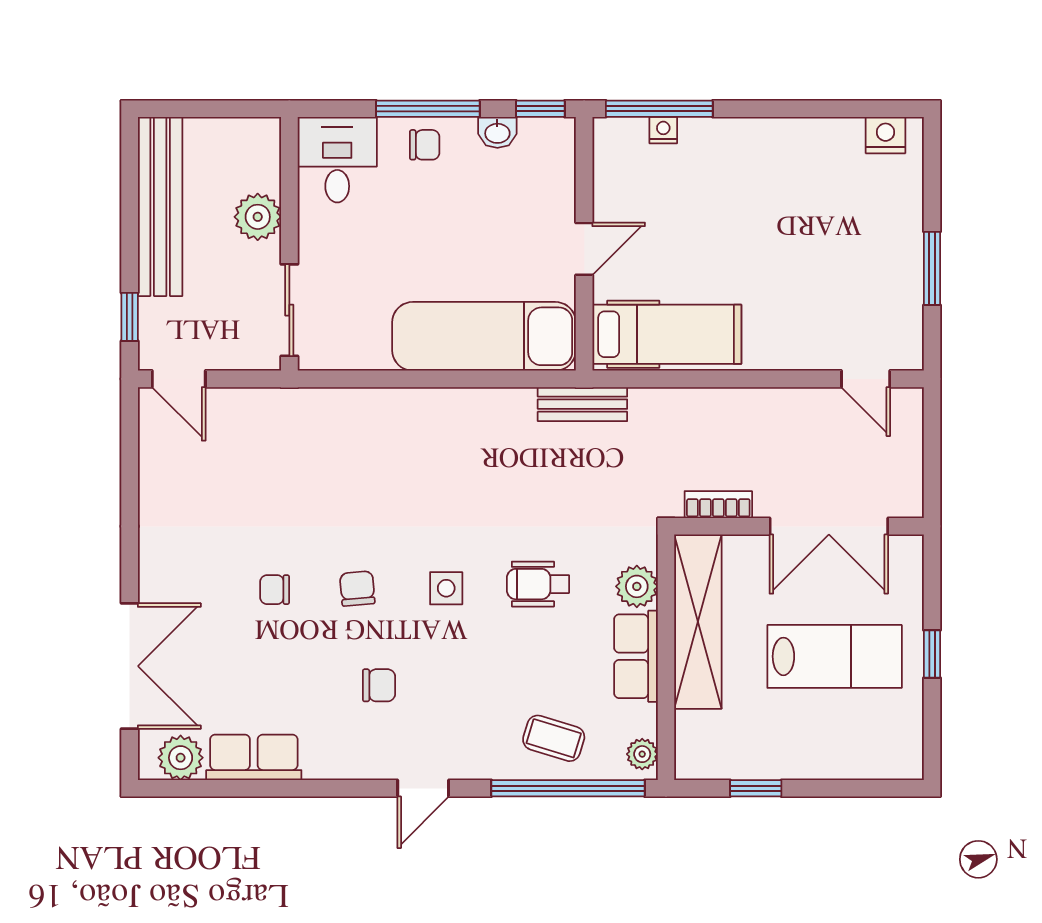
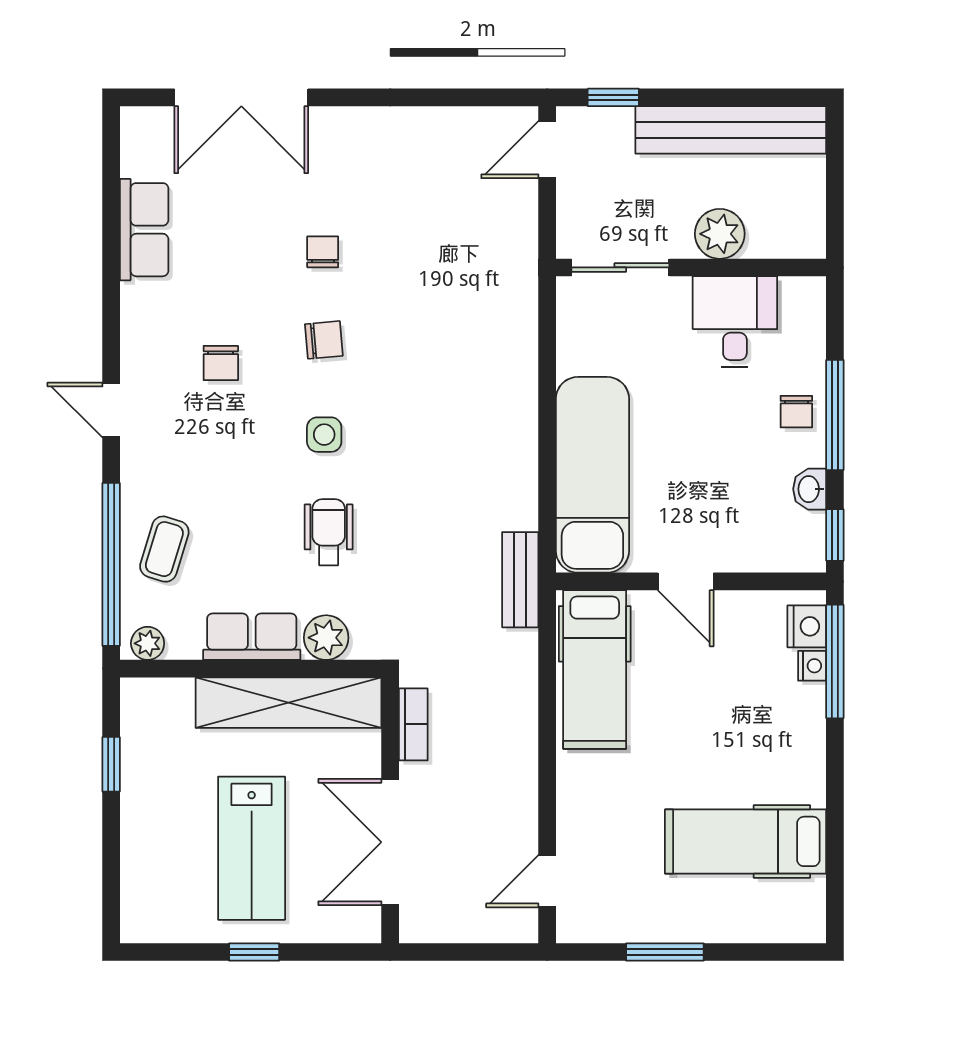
nightstand: (885, 135) -> (807, 626), moved
desk: (337, 160) -> (735, 322), moved, turned -90
hospital bed: (828, 193) -> (746, 841), added
plant: (181, 758) -> (144, 152), removed

